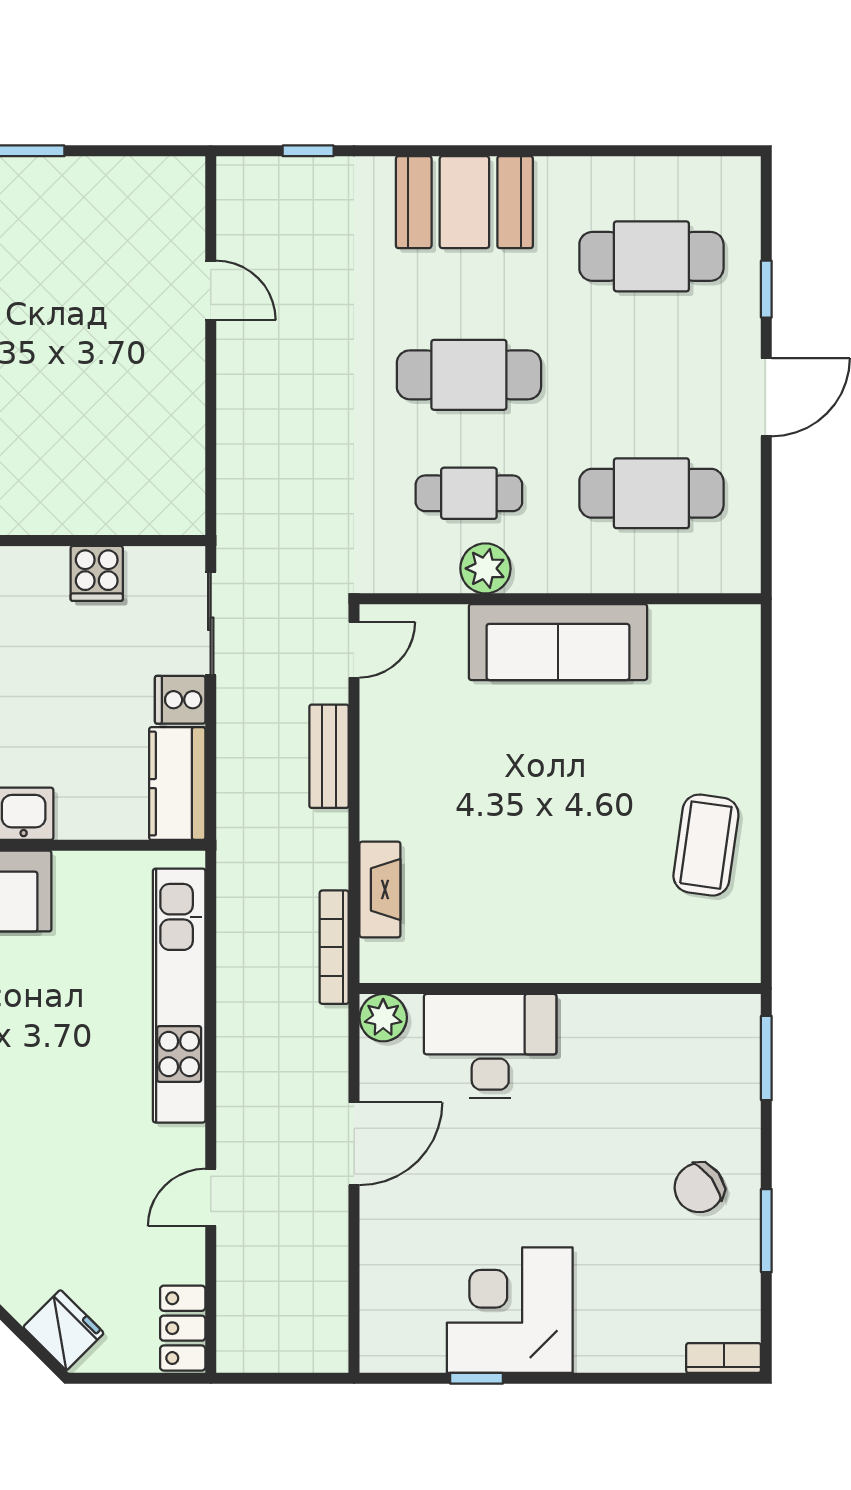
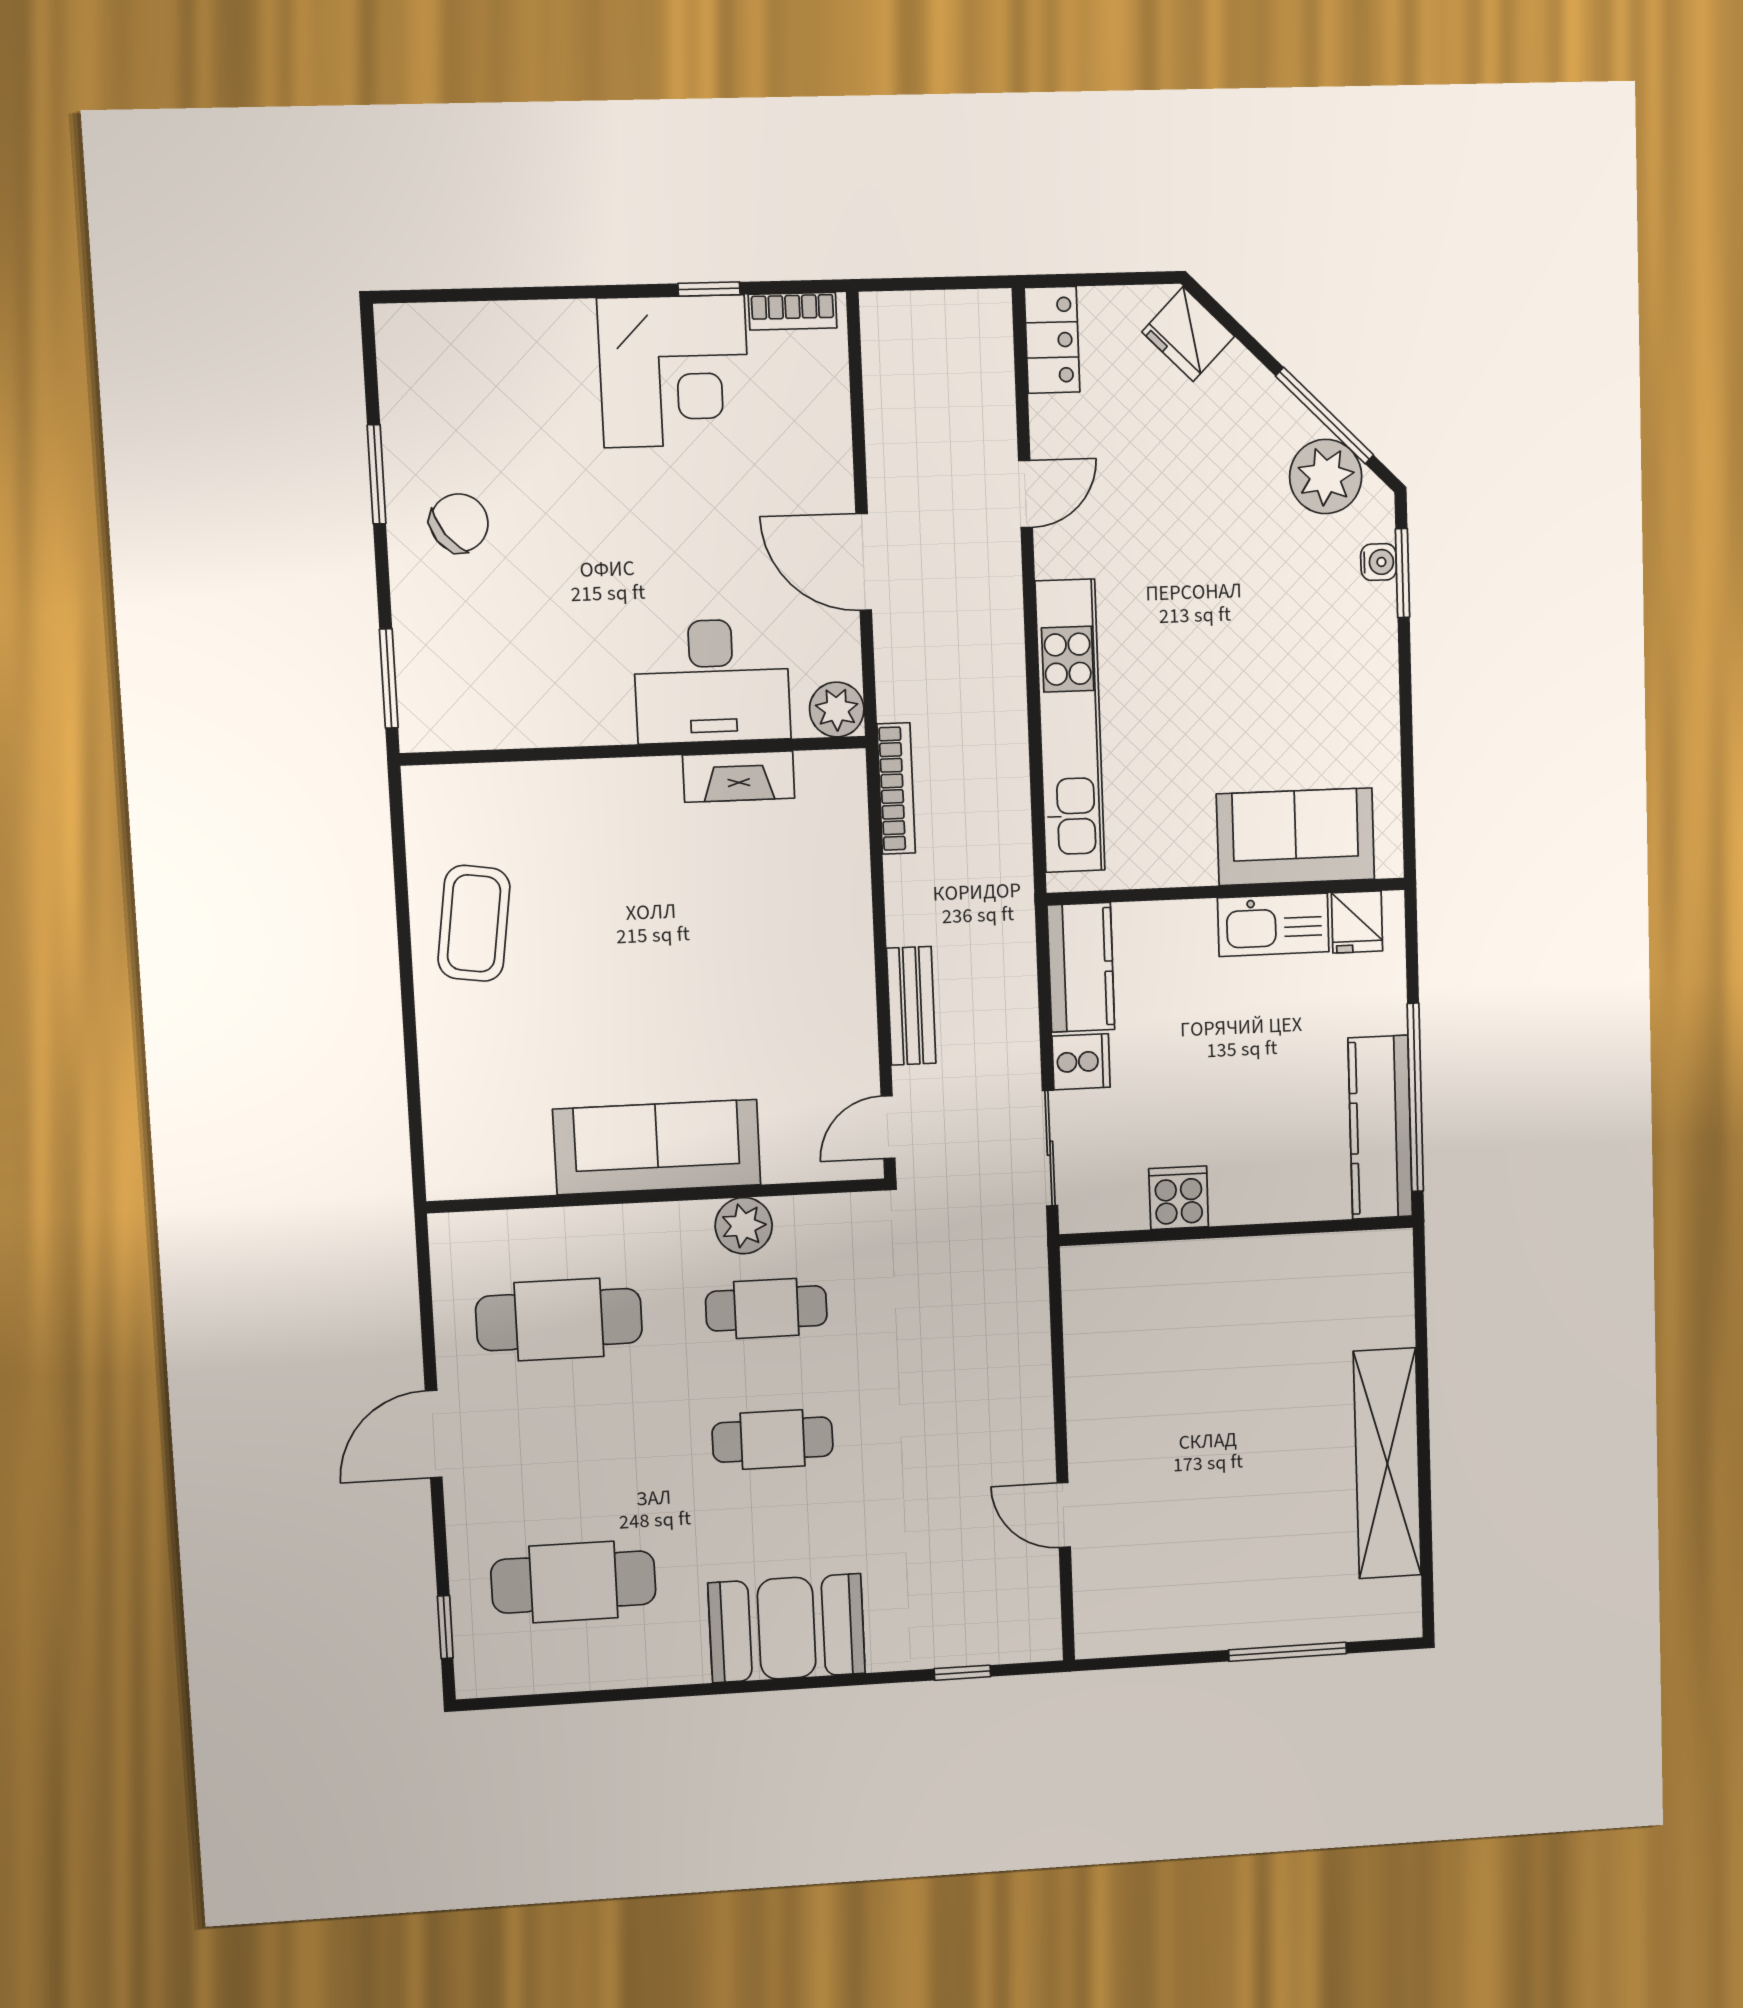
window: (766, 289) -> (445, 1627), moved
cafe table: (469, 375) -> (773, 1440), width x0.73, depth x0.74
fireplace: (380, 890) -> (739, 777), moved, turned -90
door: (354, 1144) -> (864, 562), hinge flipped
bookcase: (724, 1358) -> (793, 311), moved

